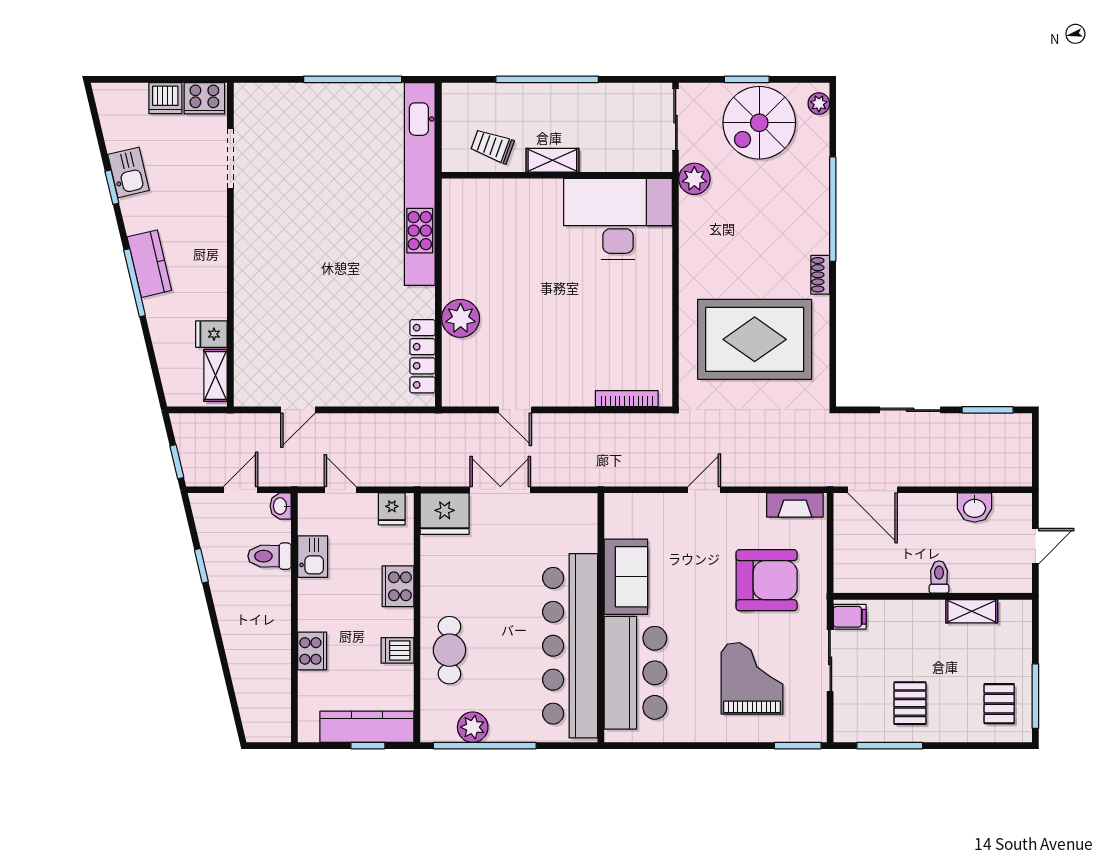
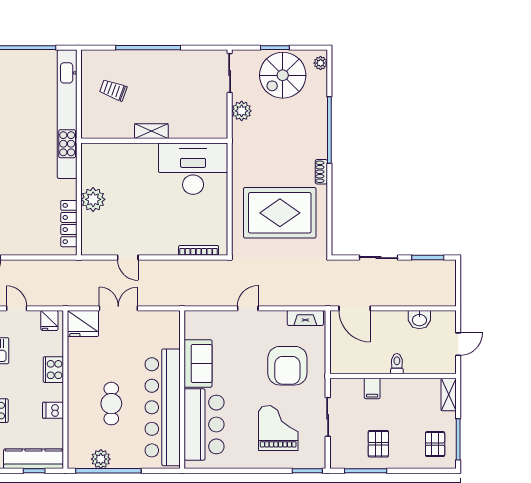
shelving: (552, 160) -> (151, 131), moved
wall: (557, 175) -> (154, 141), moved
desk: (618, 219) -> (193, 169), moved
armchair: (767, 580) -> (287, 366), turned 90
shelving: (972, 611) -> (449, 394), moved, turned 90
filing cabinet: (850, 617) -> (372, 388), moved, turned 90
cafe table: (449, 650) -> (111, 404), moved

